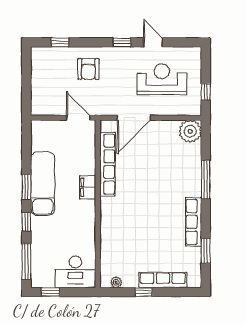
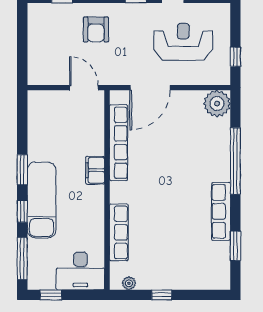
window: (206, 179) -> (235, 161), width x1.46
exam couch: (43, 183) -> (42, 200), moved
row of seats: (163, 280) -> (119, 232), moved, turned 90

